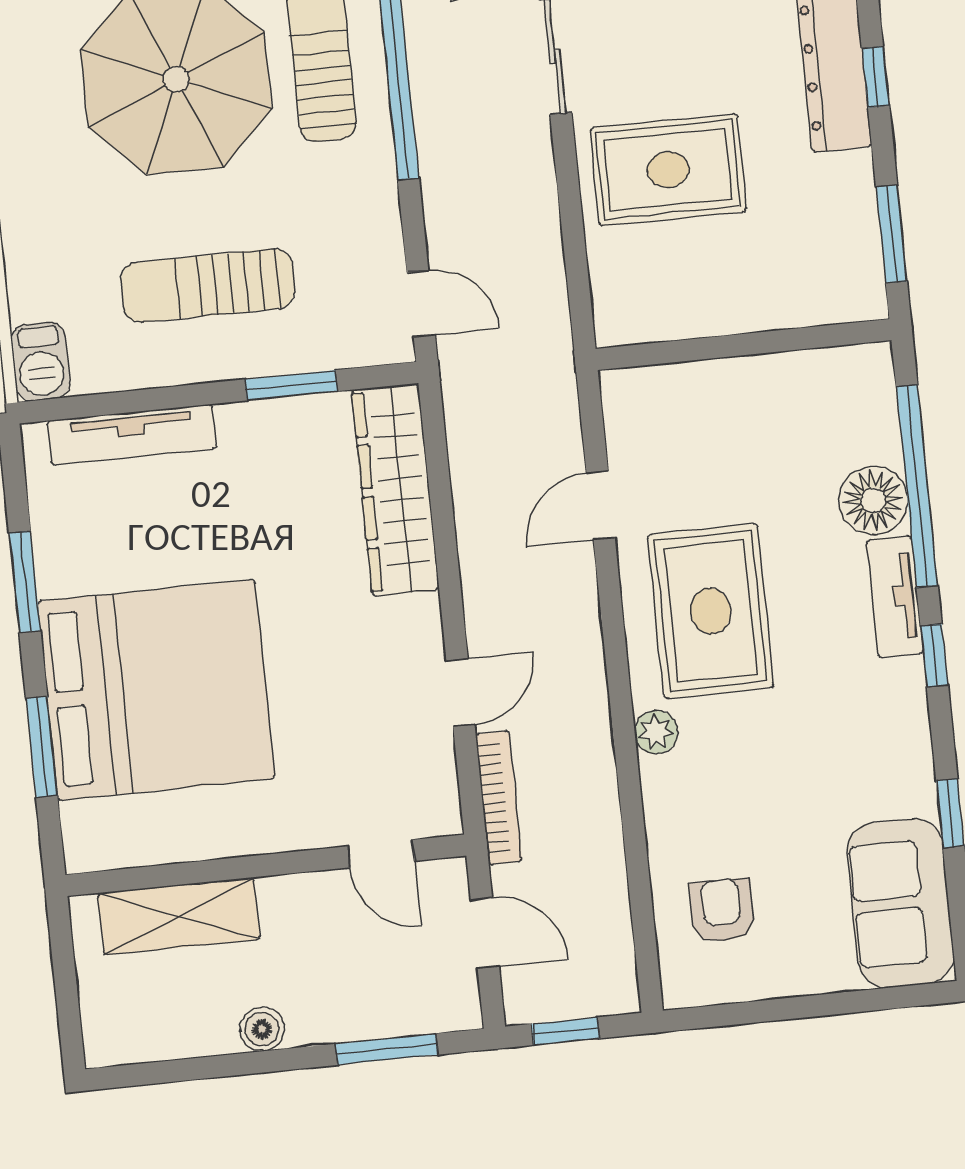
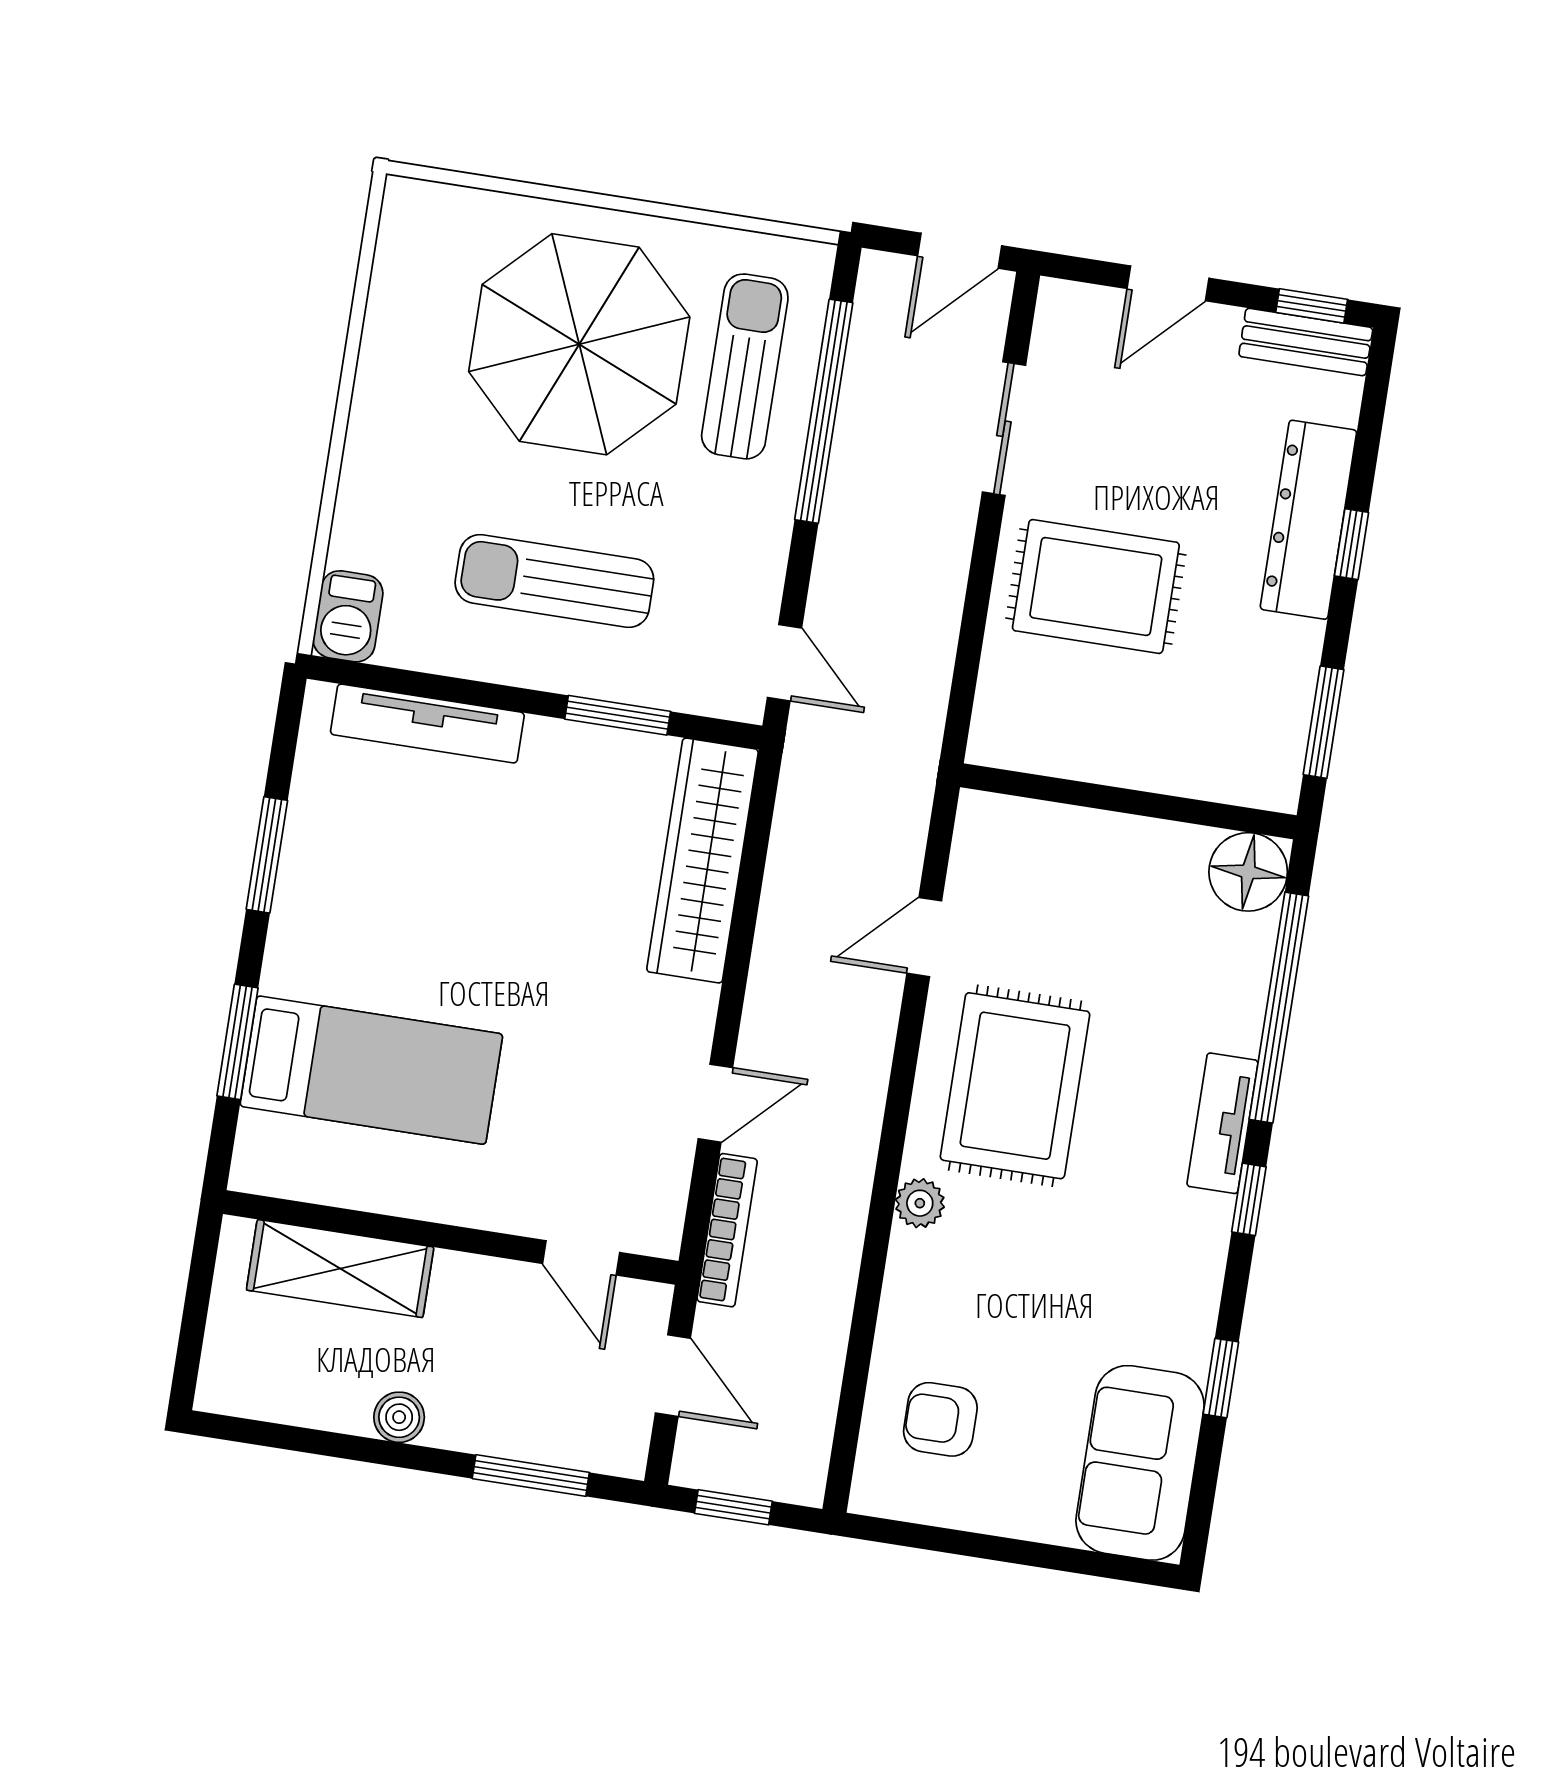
floor lamp: (873, 500) -> (1248, 872), moved
bed: (156, 690) -> (371, 1070), width x0.49
armchair: (722, 911) -> (940, 1419), turned -90

